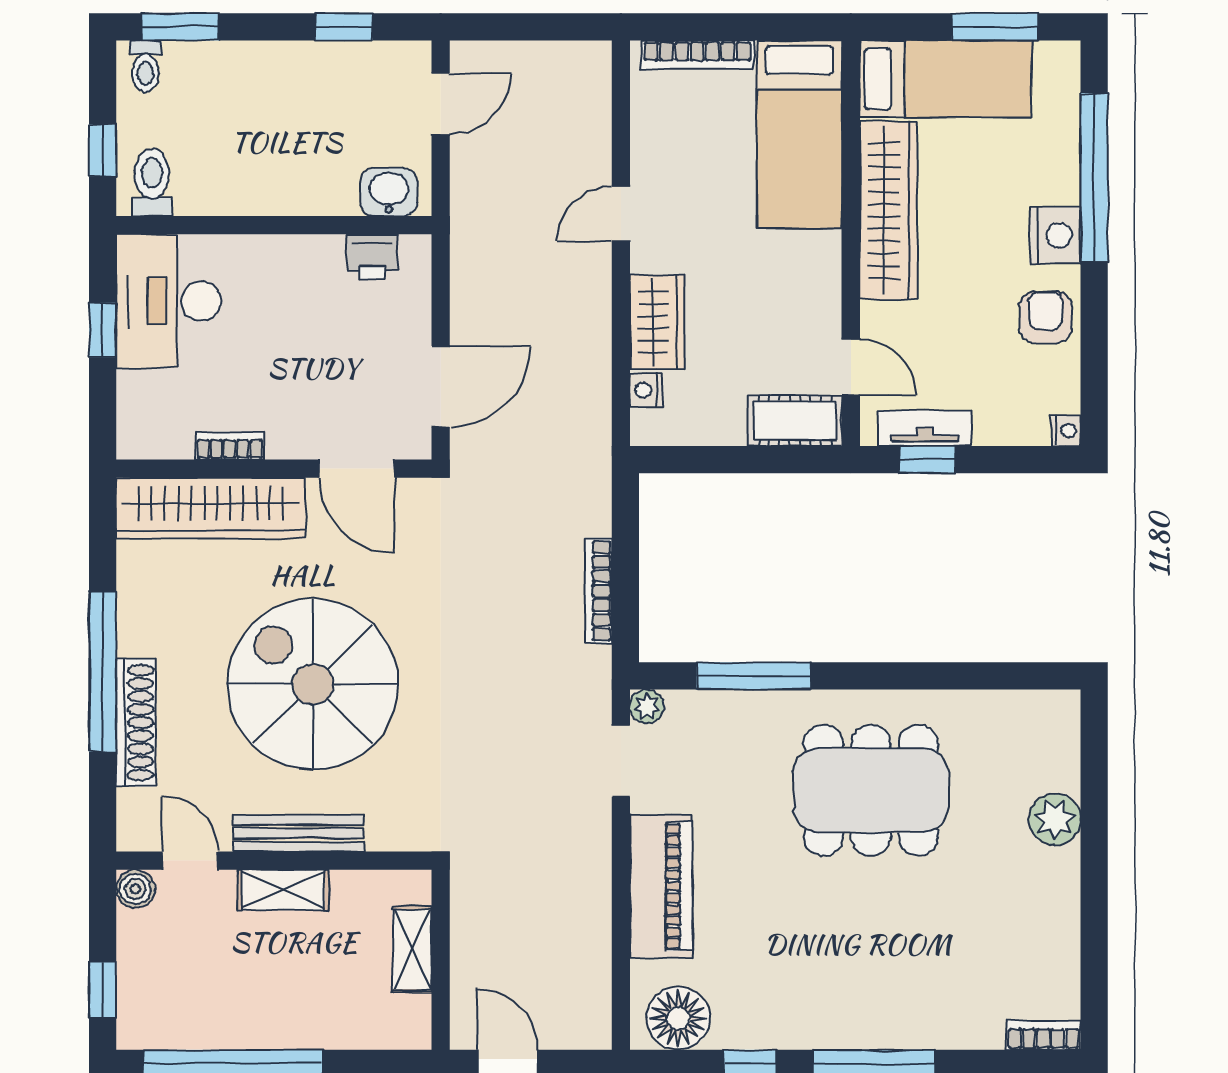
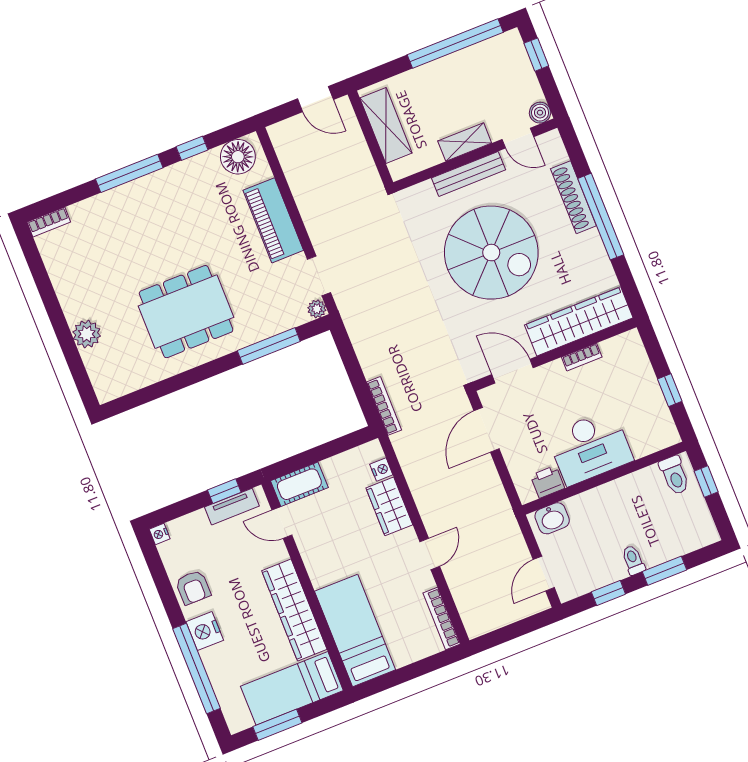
window: (180, 27) -> (665, 571), moved
bookcase: (697, 55) -> (442, 618), moved, turned -90
toilet: (145, 66) -> (633, 560), moved
desk: (169, 301) -> (590, 447), moved, turned 90
bookcase: (598, 591) -> (384, 406), moved
shelving: (412, 950) -> (386, 126), width x1.50, depth x1.33

